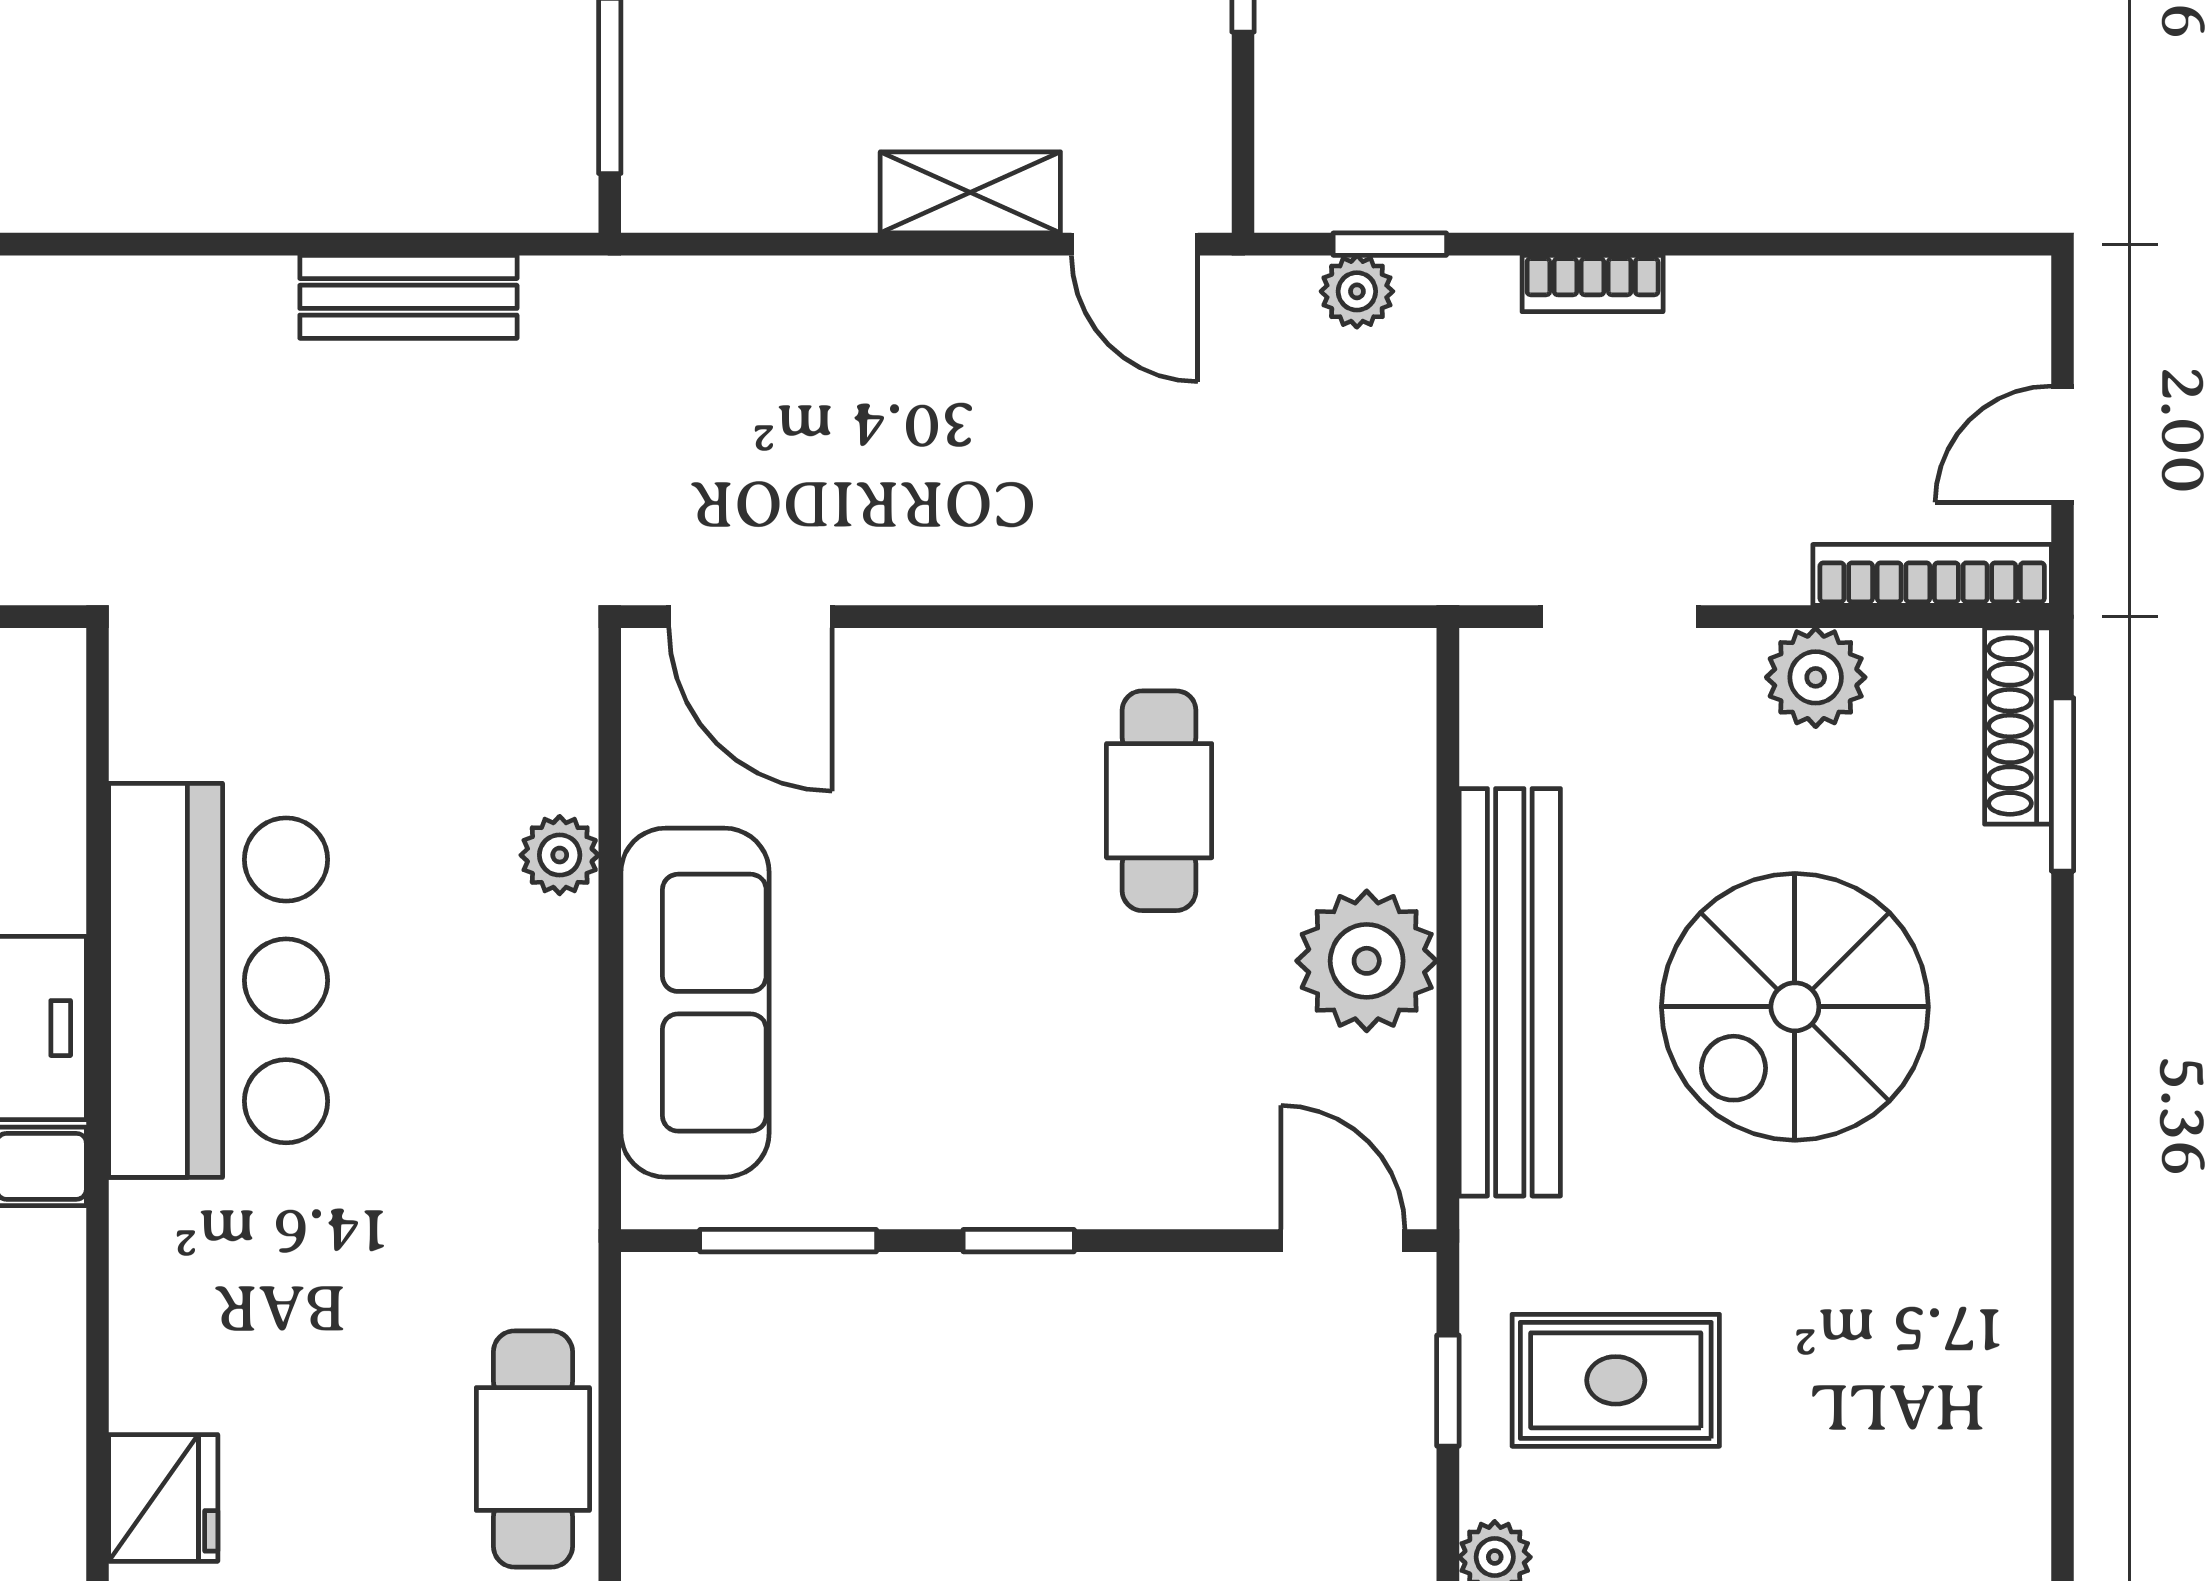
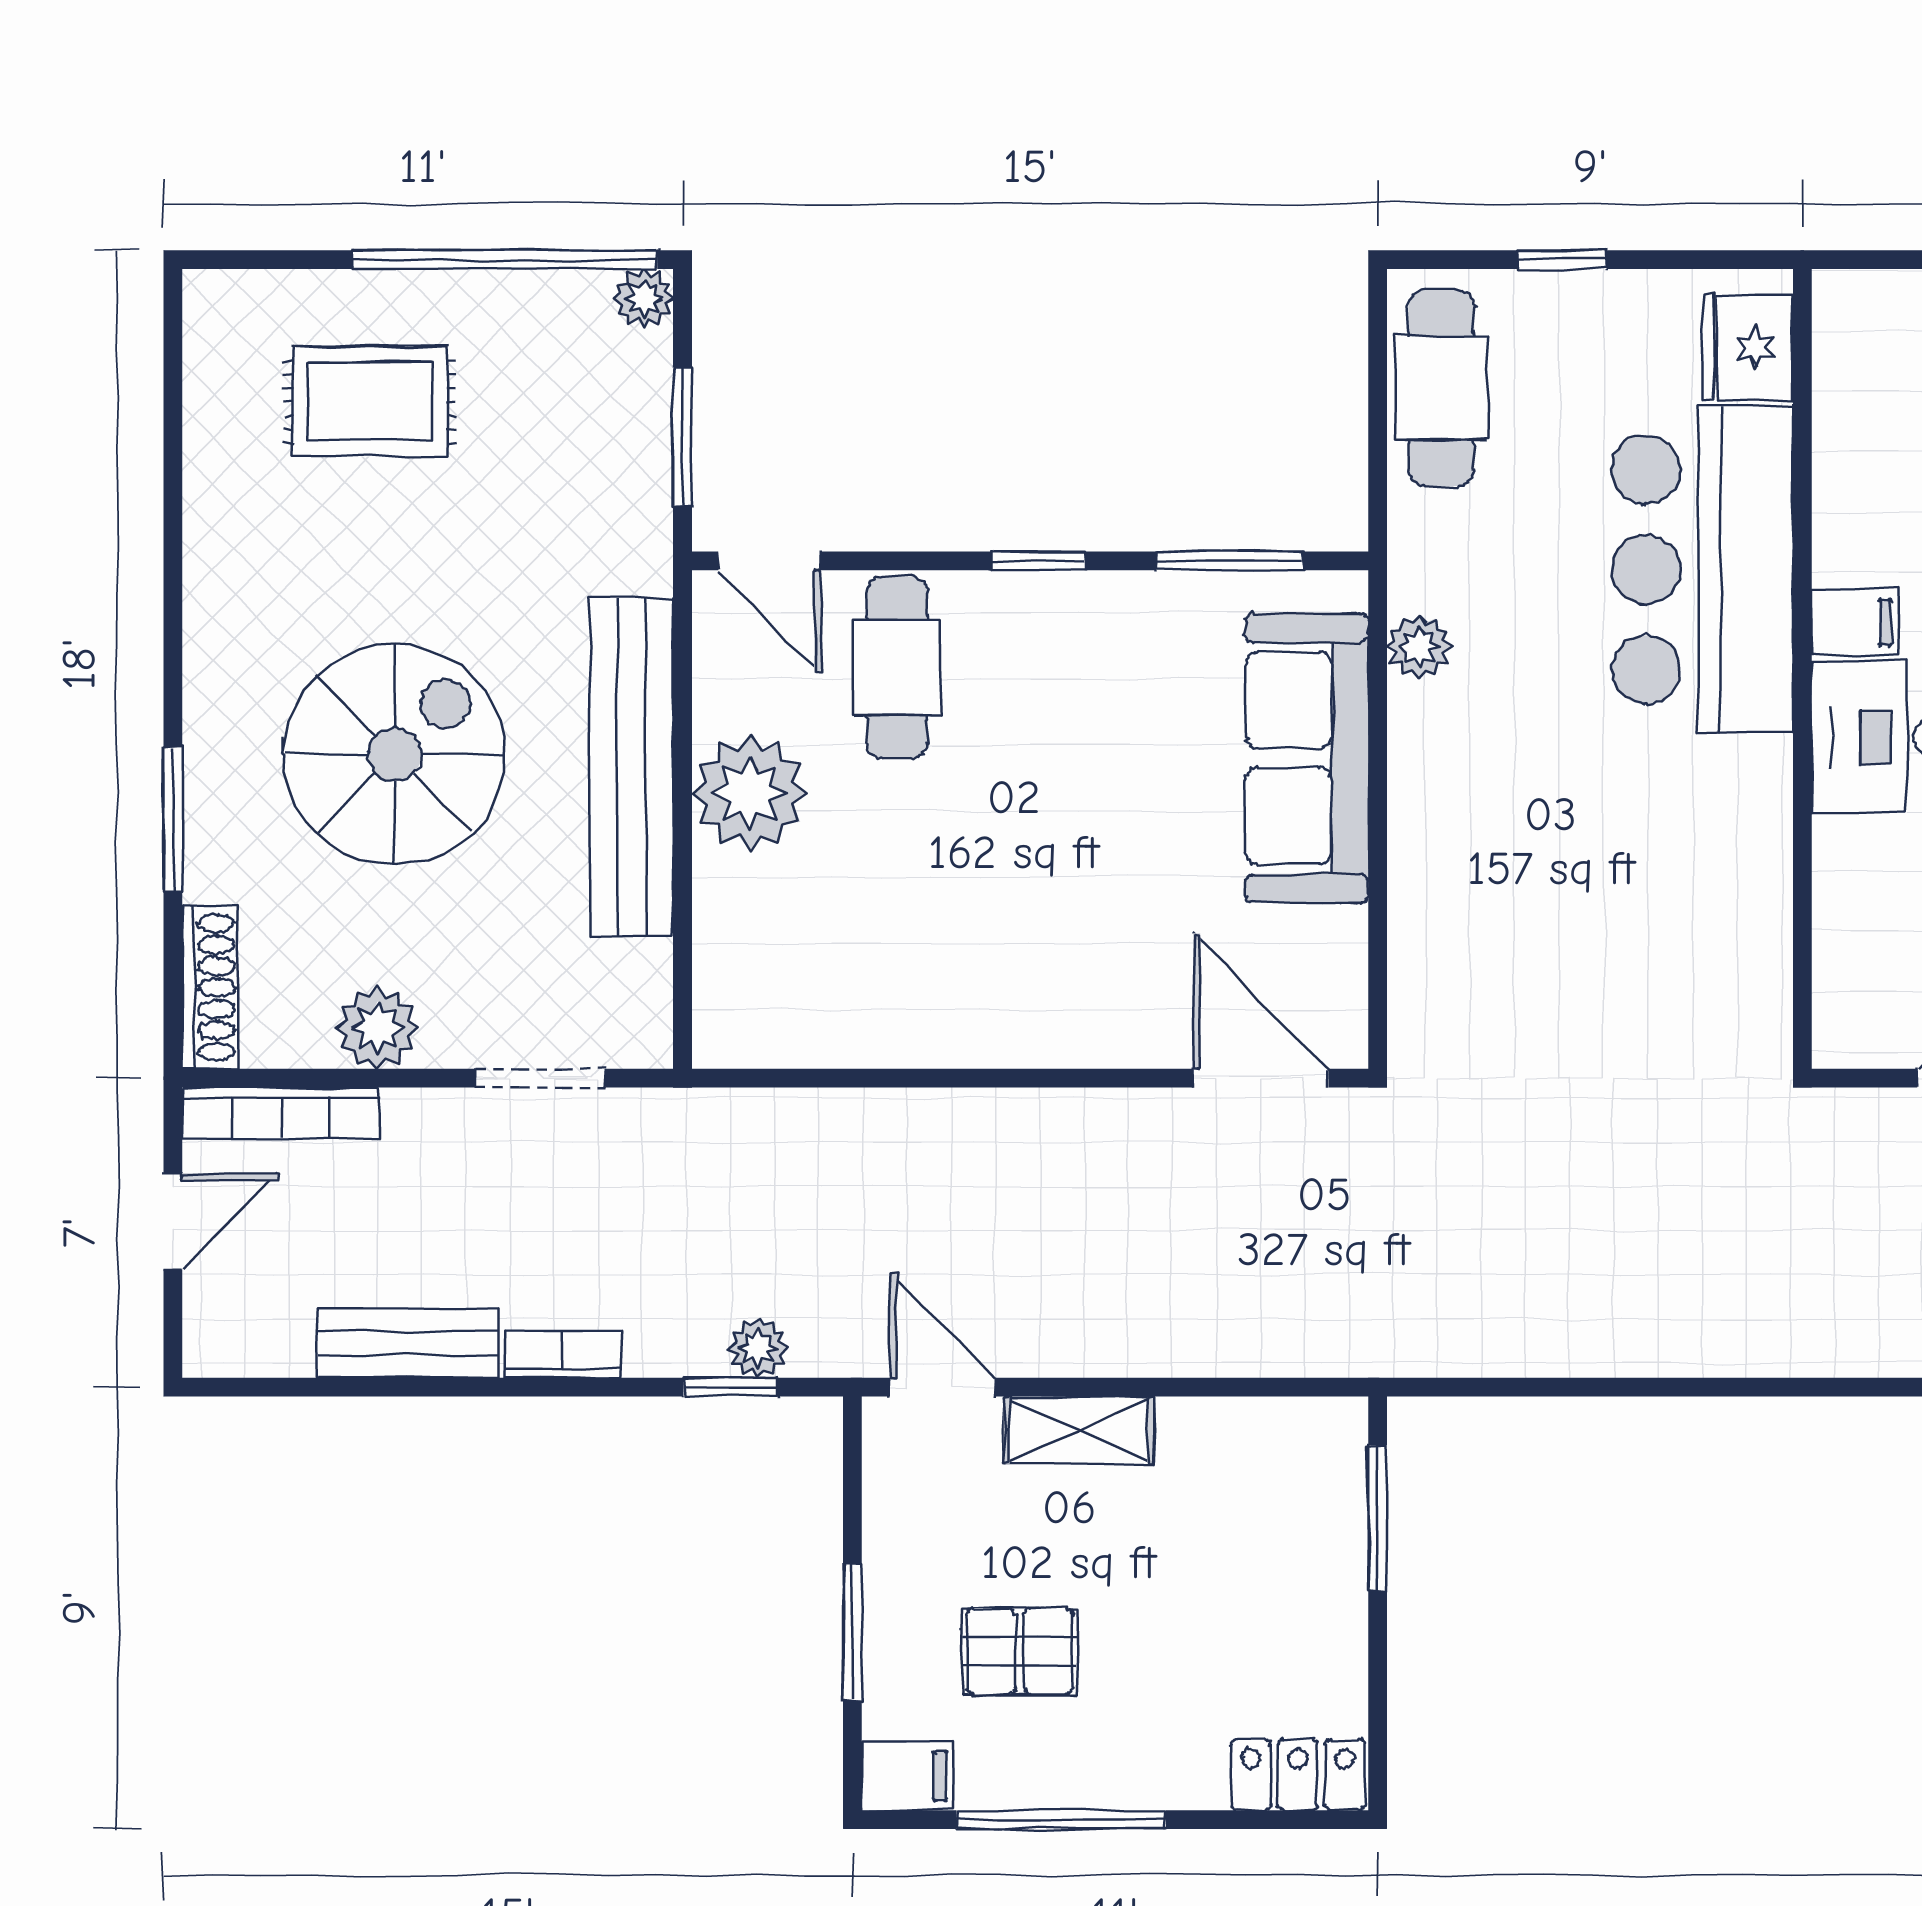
bench: (408, 297) -> (408, 1343), moved
window: (2063, 784) -> (173, 820), moved
cafe table: (1159, 801) -> (897, 668), moved
plant: (560, 855) -> (1419, 647), moved
bar counter: (218, 980) -> (1702, 570), moved
rug: (1616, 1380) -> (370, 402), moved
window: (1448, 1391) -> (683, 436), width x1.50

